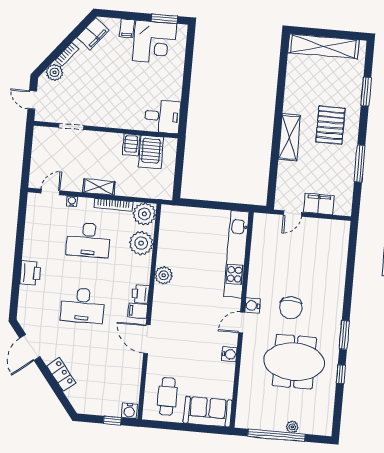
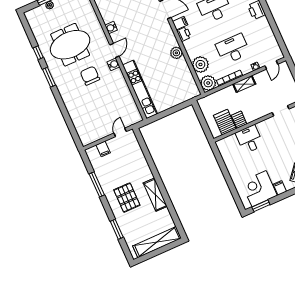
desk: (162, 116) -> (249, 139), moved, turned 90
shelving: (289, 137) -> (155, 195), moved
filing cabinet: (319, 204) -> (103, 149), width x0.50

